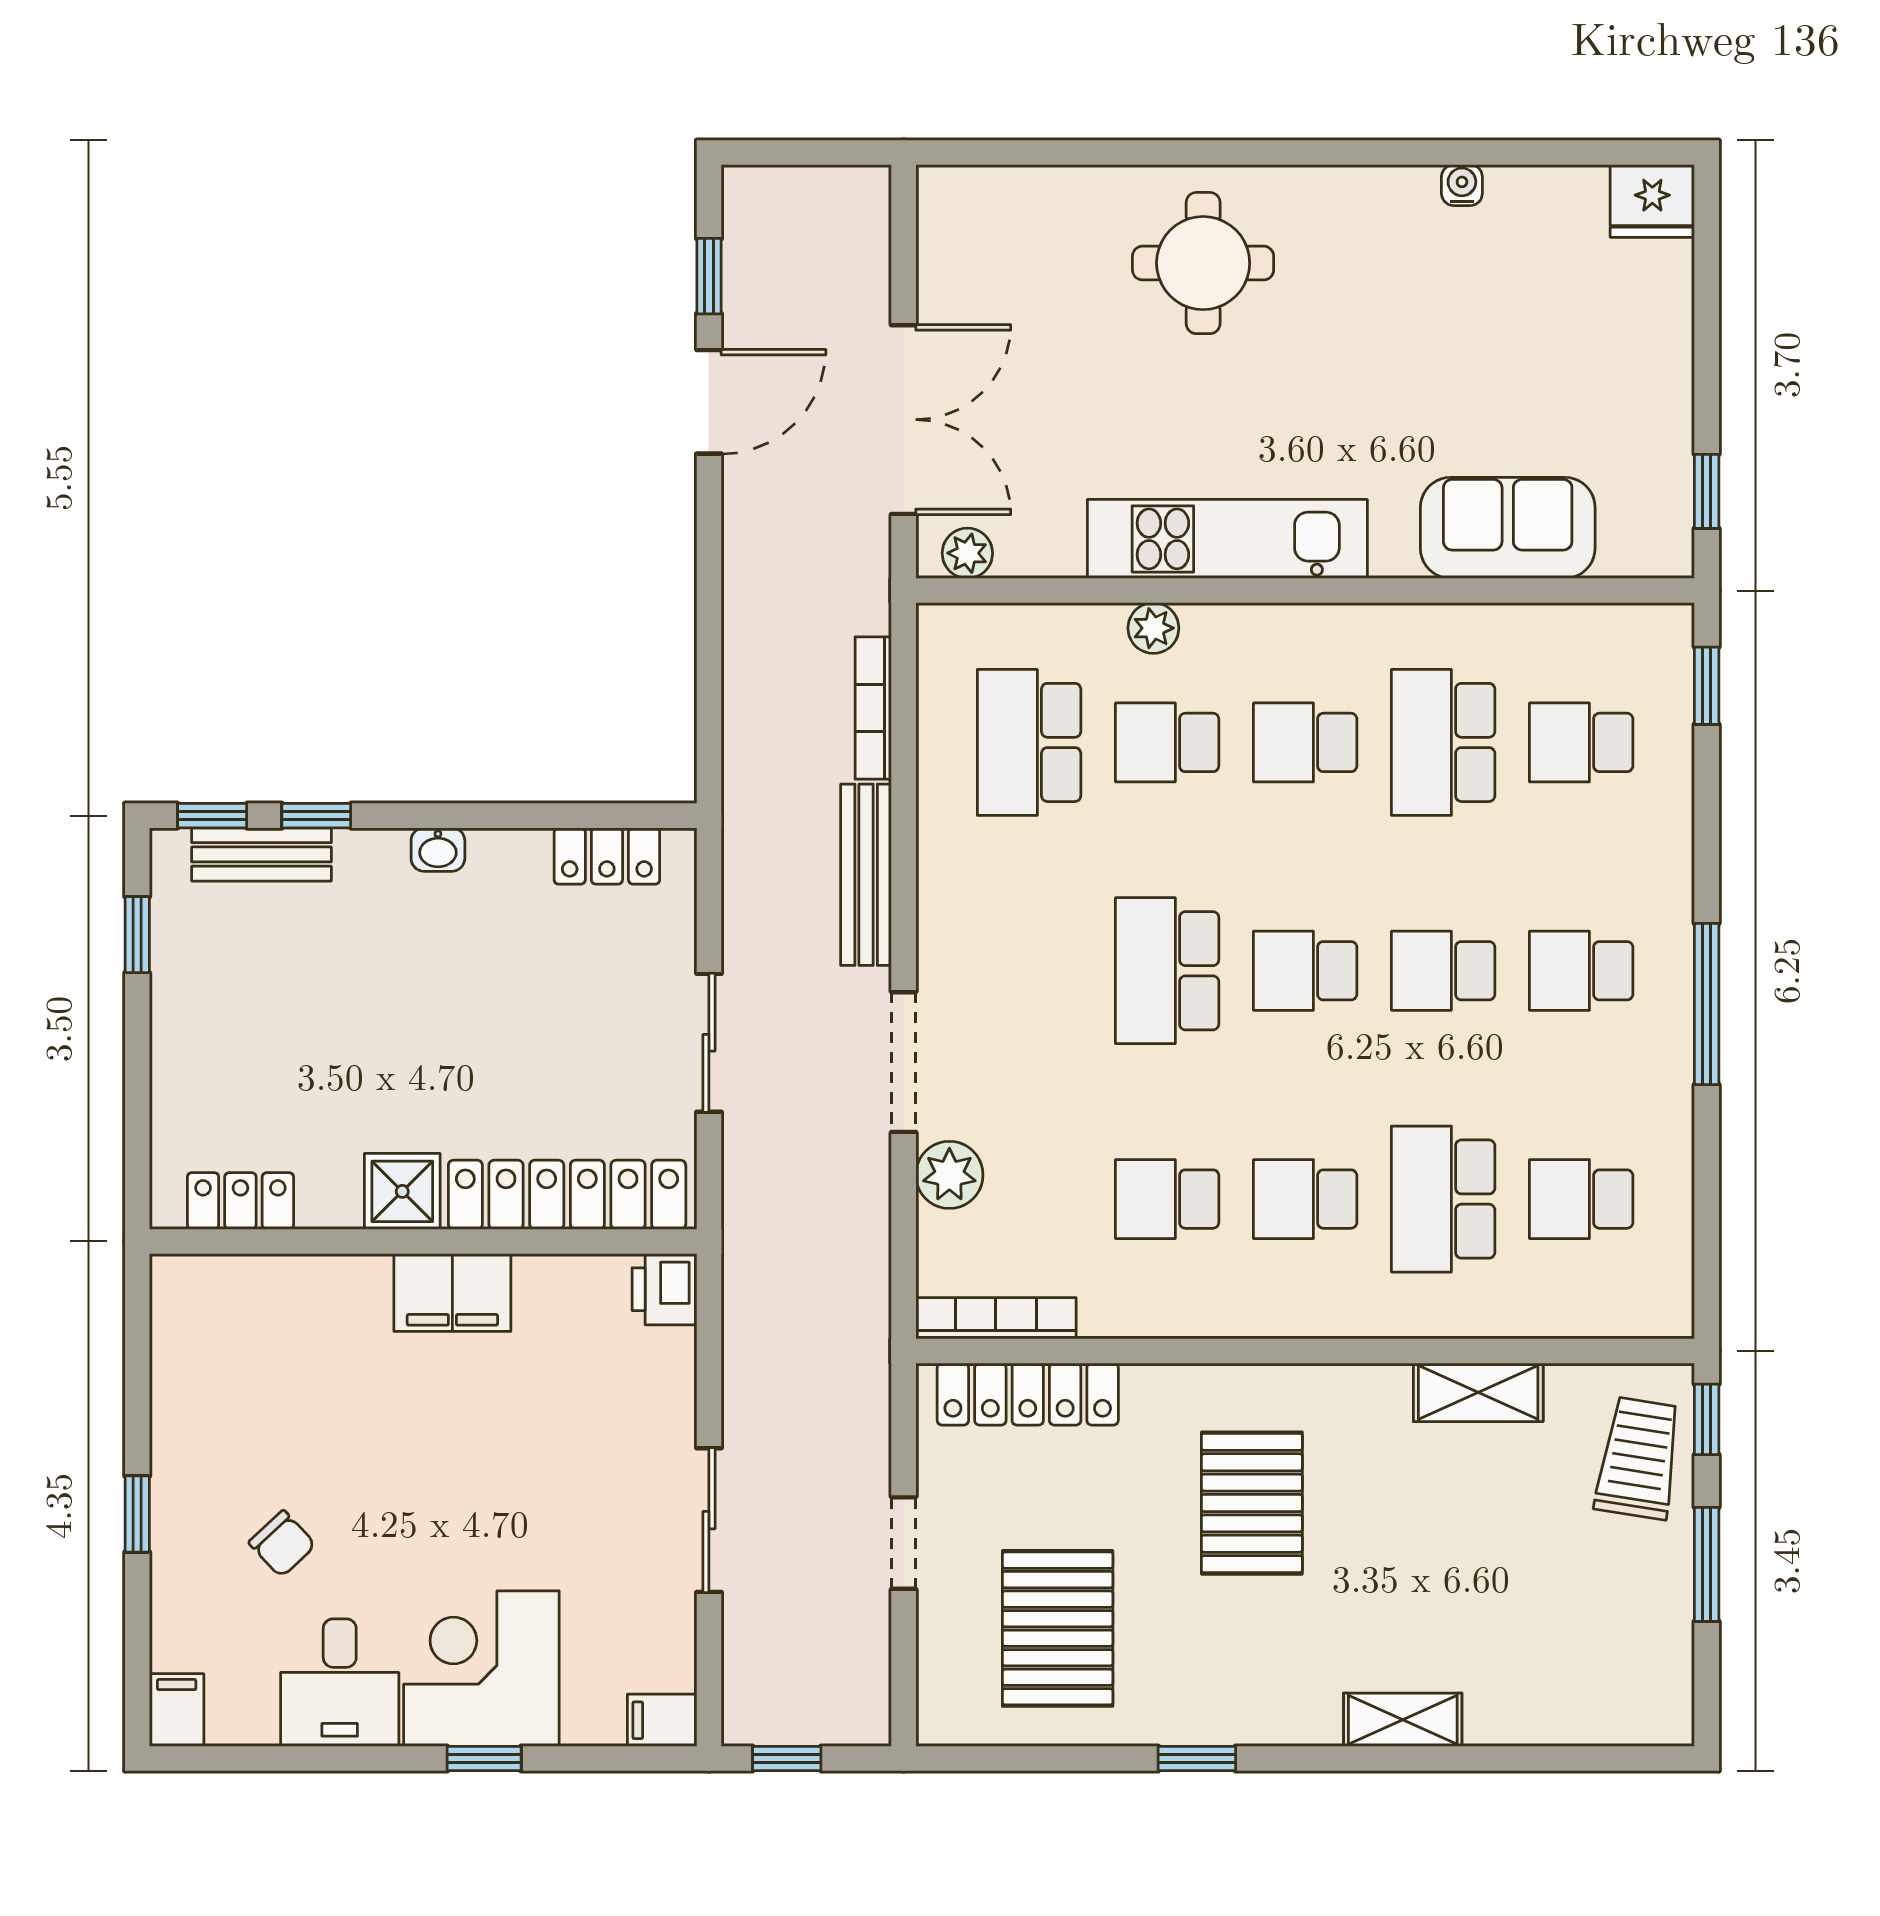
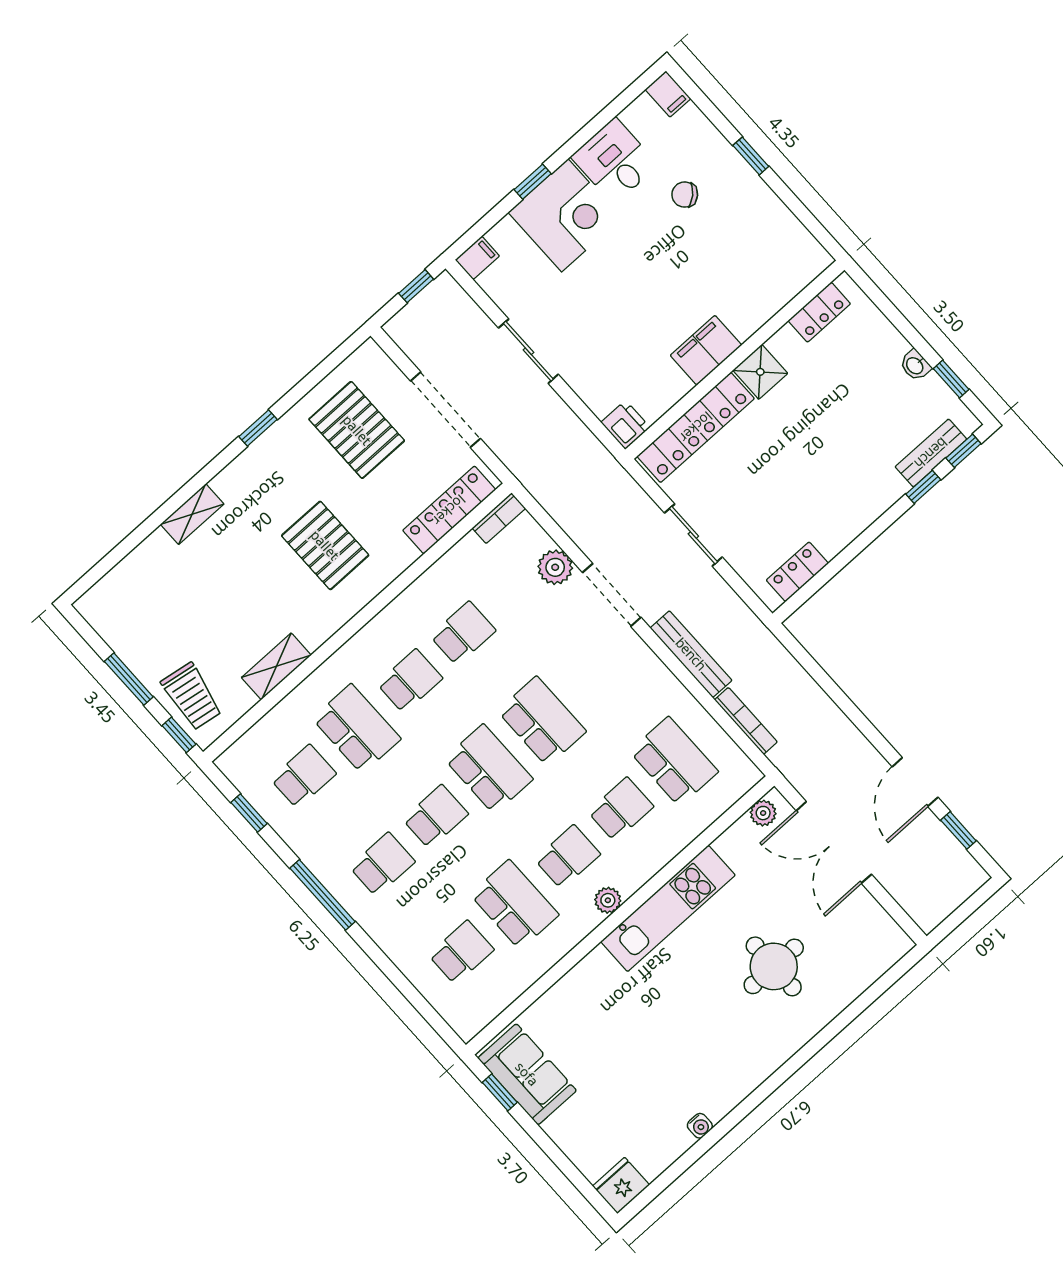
round table: (1203, 263) -> (774, 966), moved
sofa: (1508, 528) -> (527, 1074), moved, turned -90
plant: (1153, 628) -> (608, 900), moved
window: (1707, 686) -> (249, 813), moved
washbasin: (438, 850) -> (915, 365), moved, turned -90
school desk: (1305, 971) -> (489, 769), width x1.85
bookcase: (996, 1318) -> (499, 518), width x0.64
doorway: (904, 1543) -> (446, 410), width x1.87

